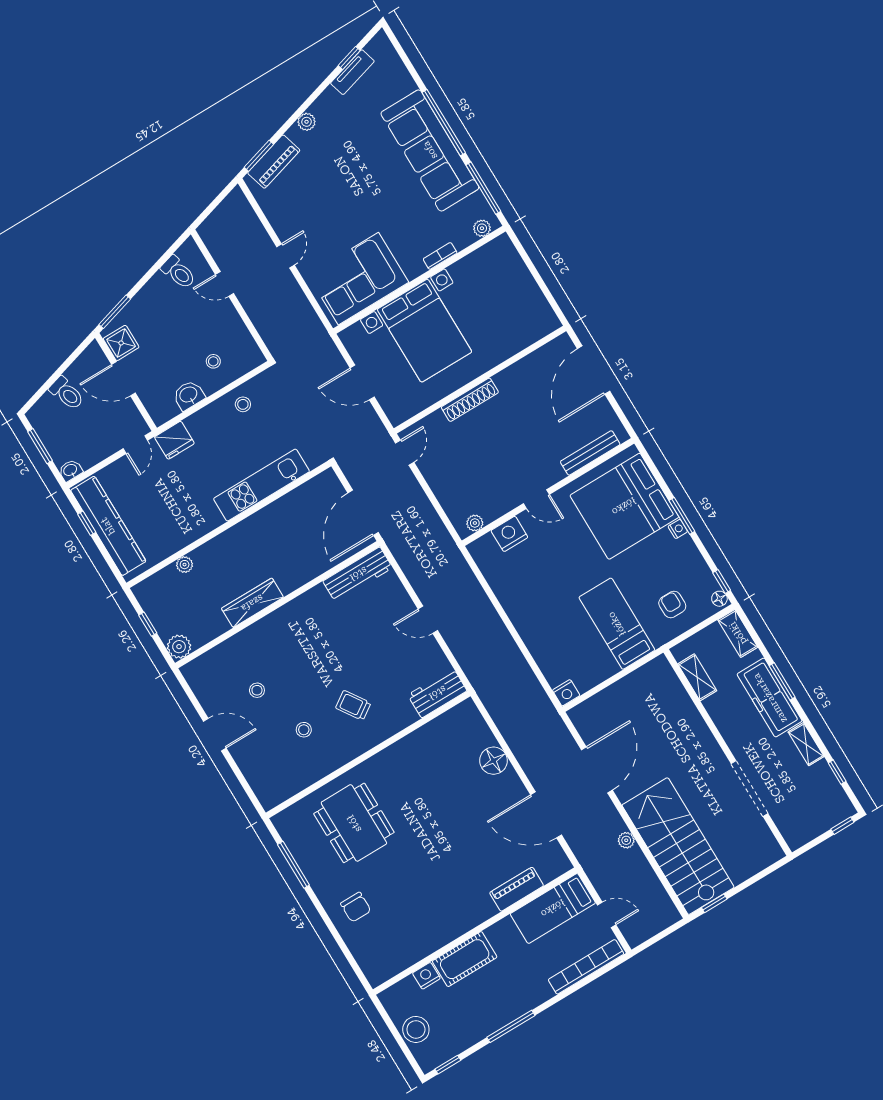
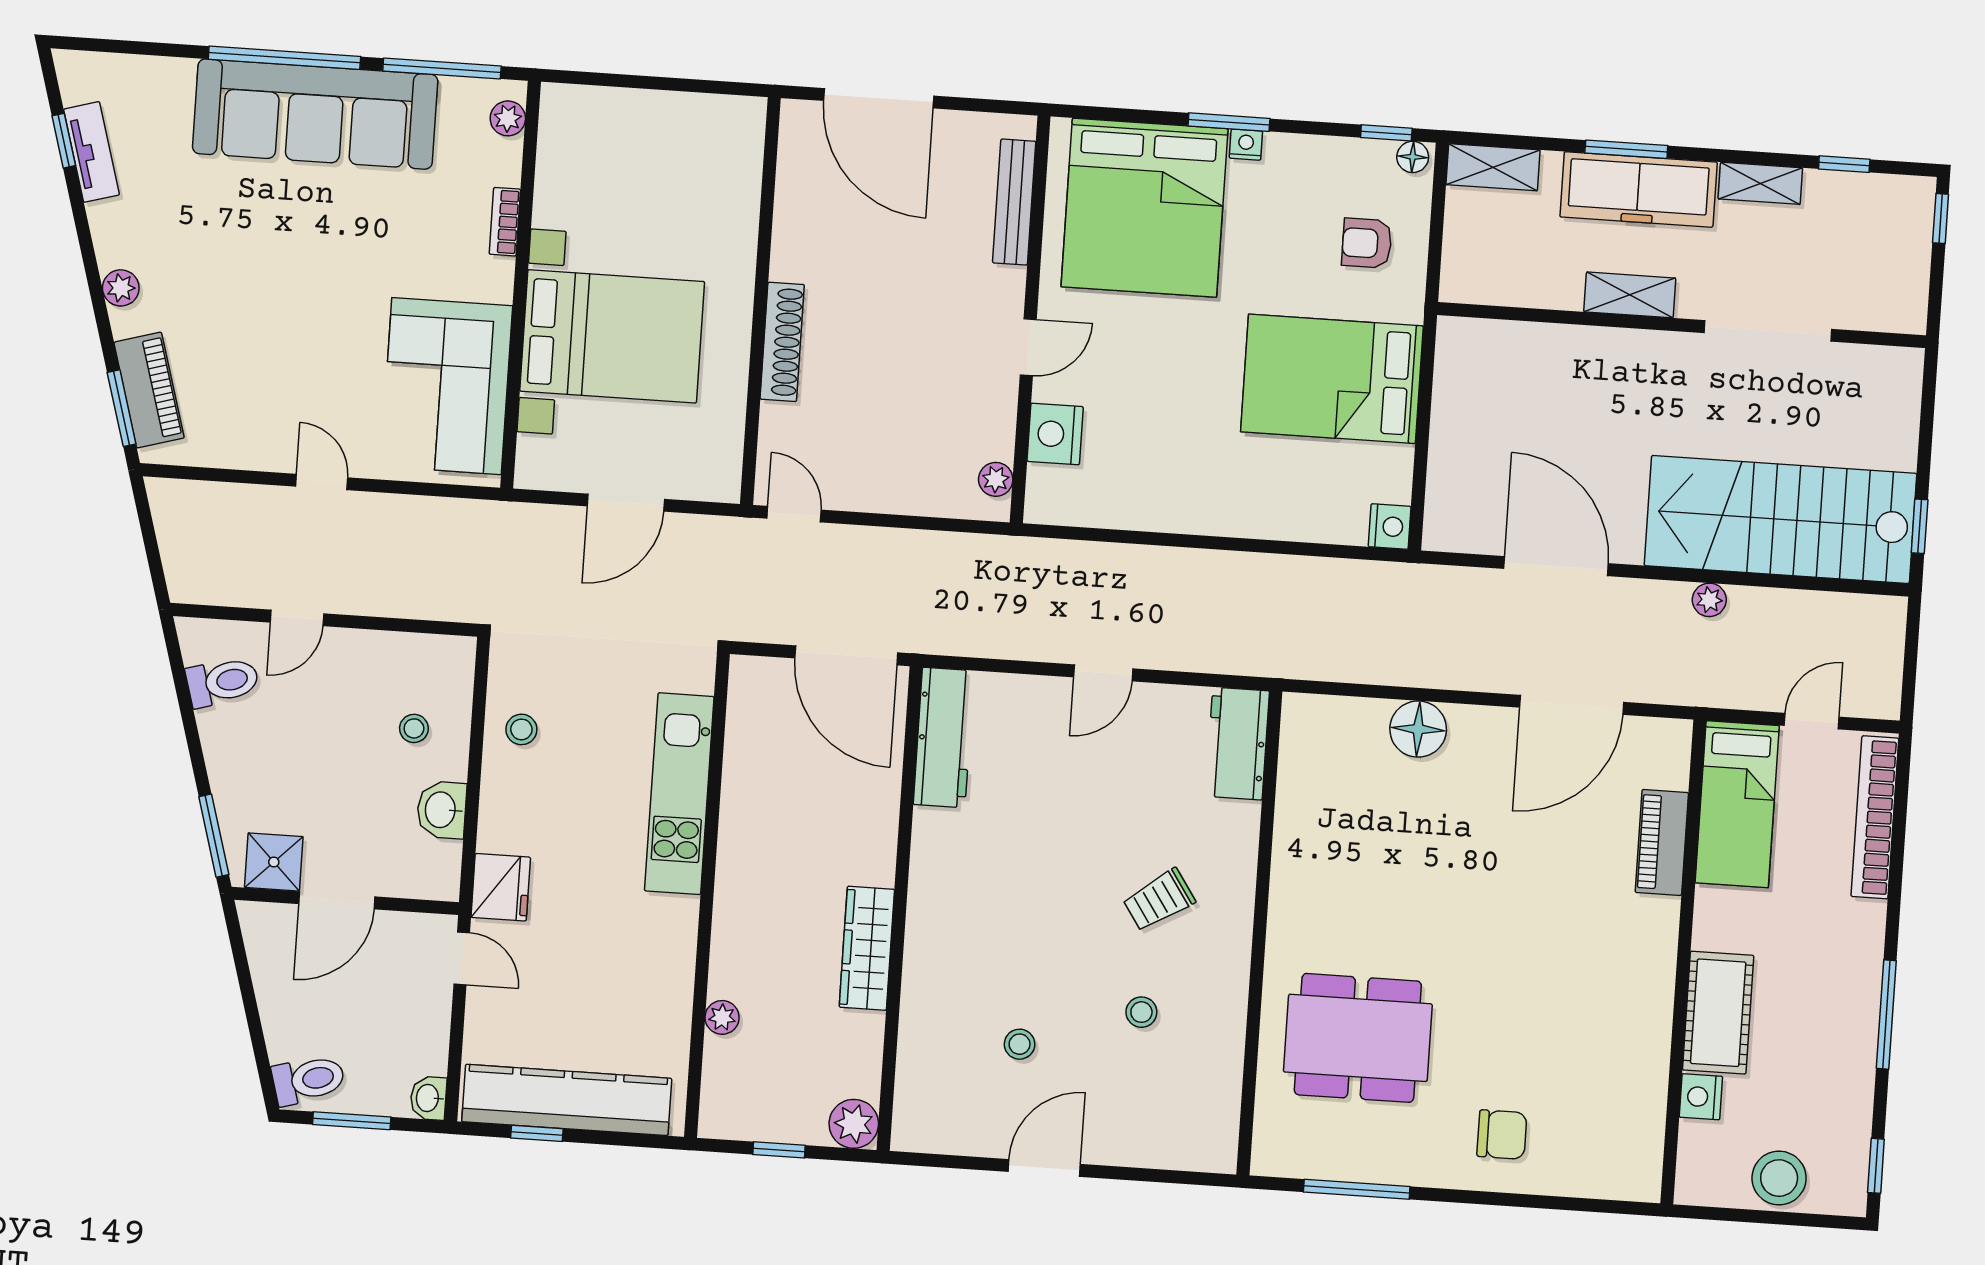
toilet: (67, 393) -> (309, 1080), moved
bed: (617, 624) -> (1332, 379), width x1.50
shelving: (697, 677) -> (1630, 295), moved

